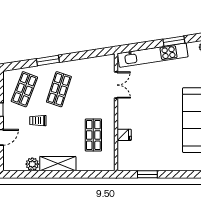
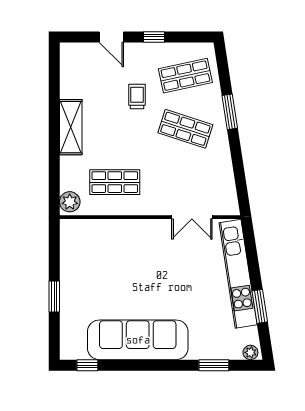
shop shelf: (24, 89) -> (185, 76), turned -33
fridge: (124, 135) -> (115, 230), removed
plant: (32, 164) -> (70, 202), moved
window: (147, 174) -> (54, 297), moved

